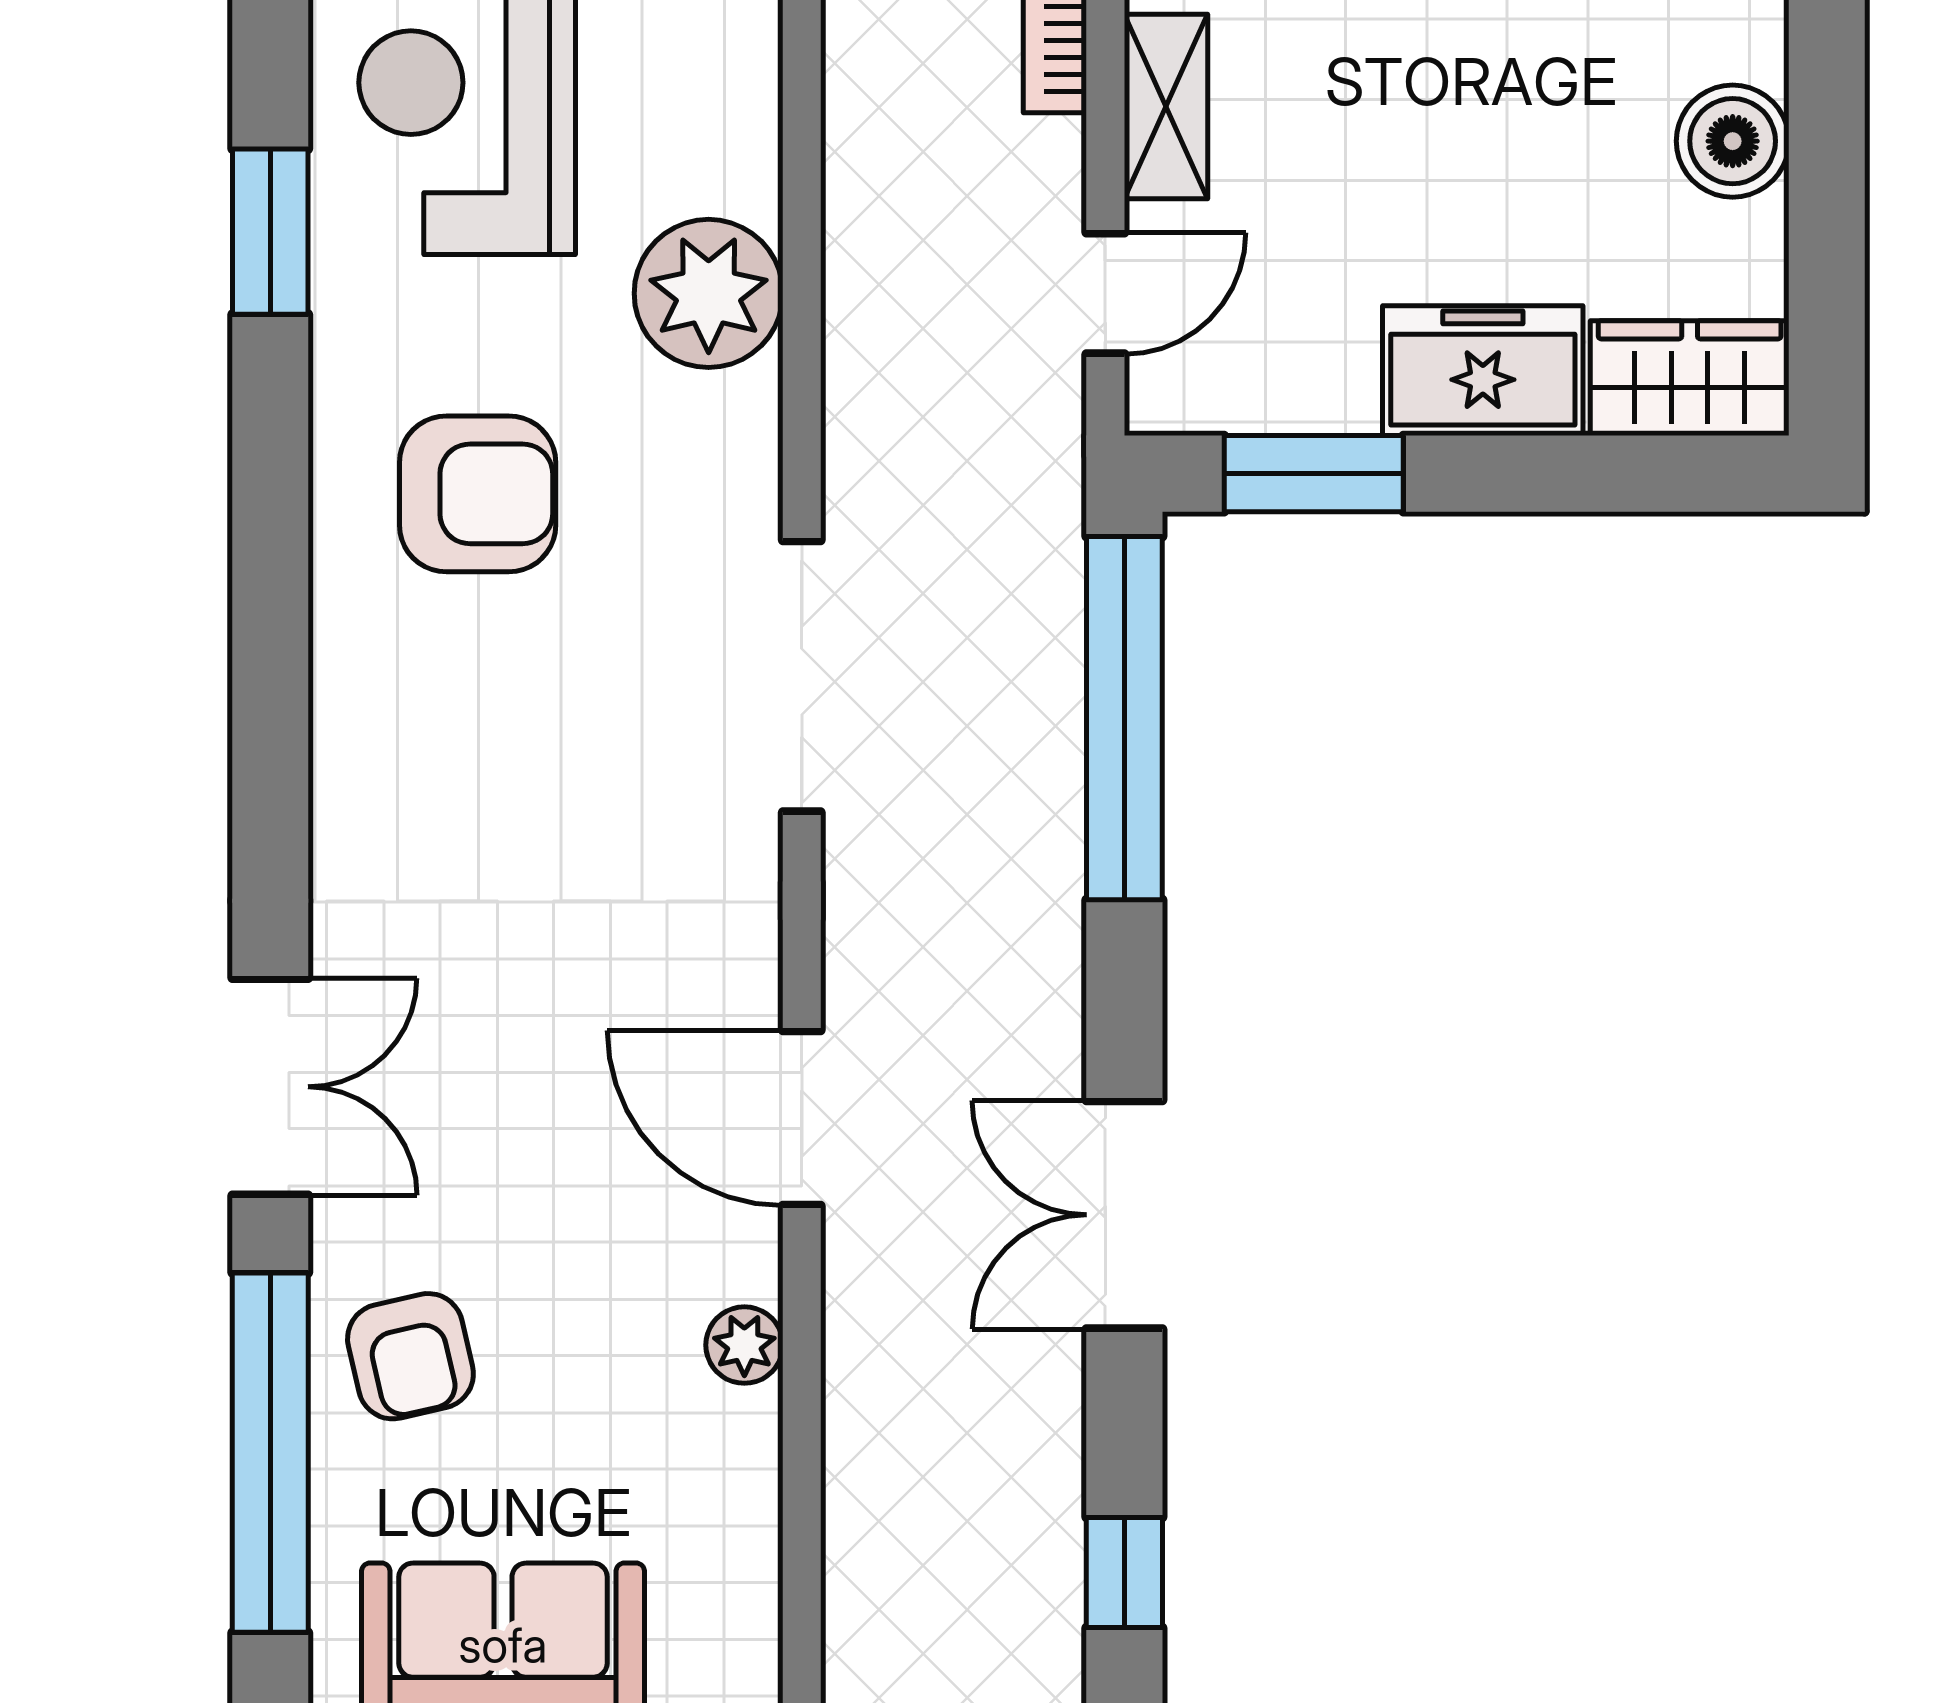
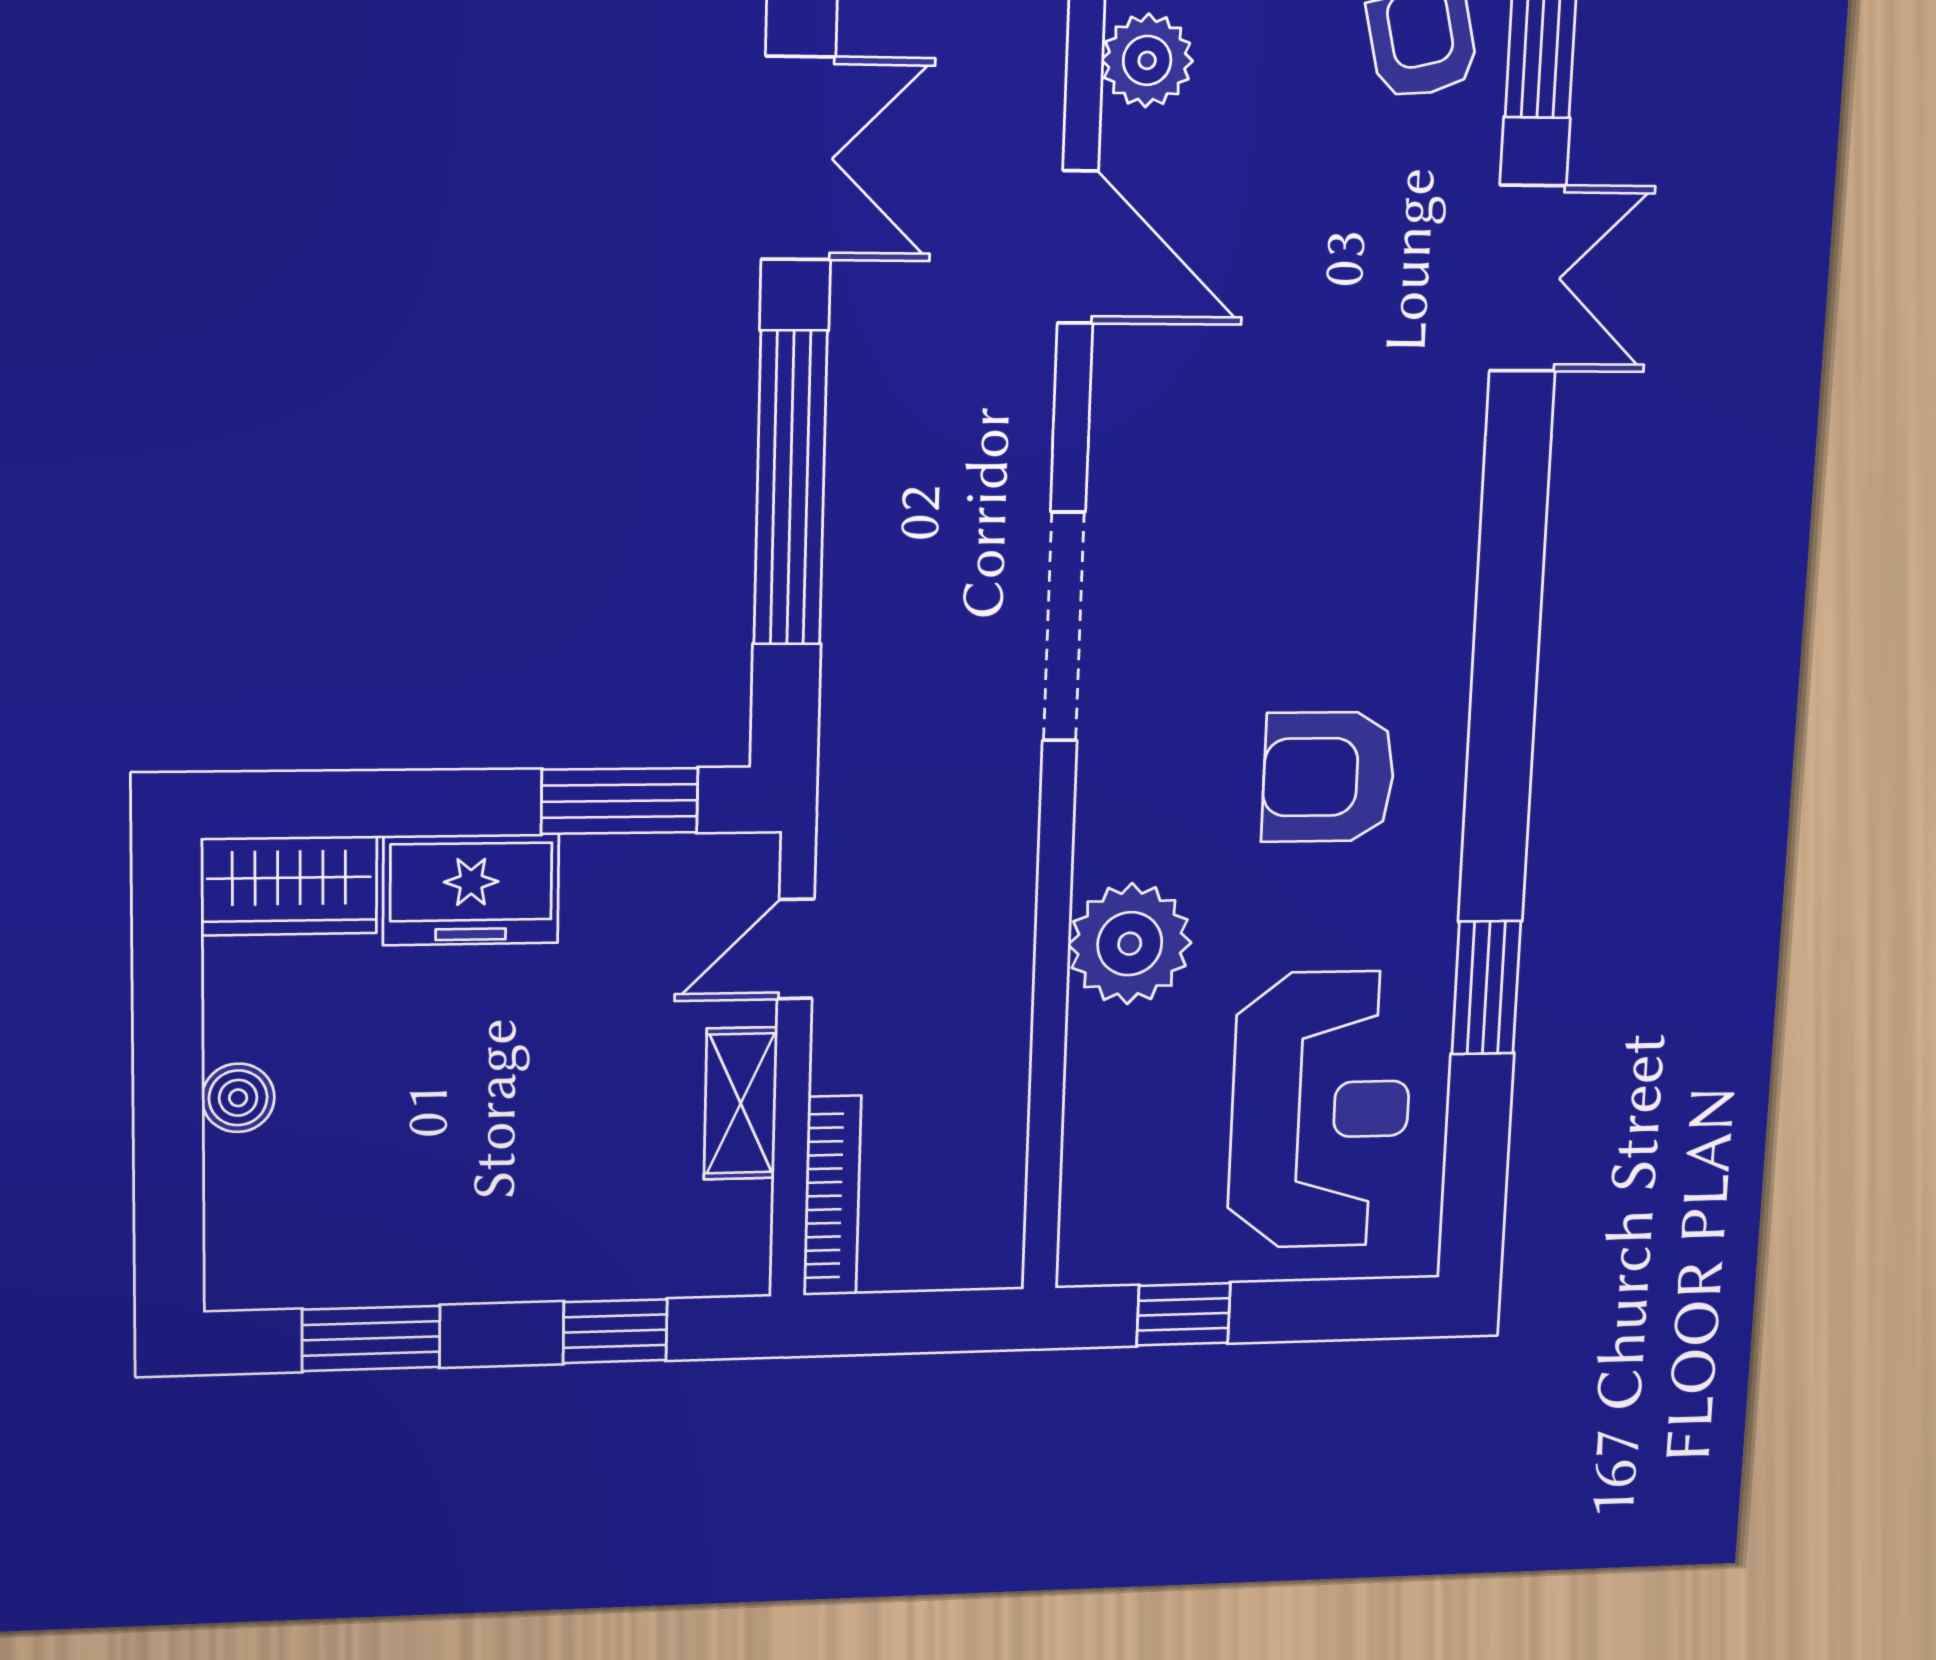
boiler: (1733, 141) -> (238, 1098), width x0.73, depth x0.73
window: (1124, 718) -> (790, 488), moved
double door: (270, 1087) -> (1528, 278), swing flipped
plant: (744, 1345) -> (1147, 60), width x1.38, depth x1.38

